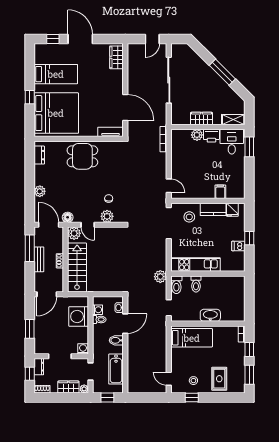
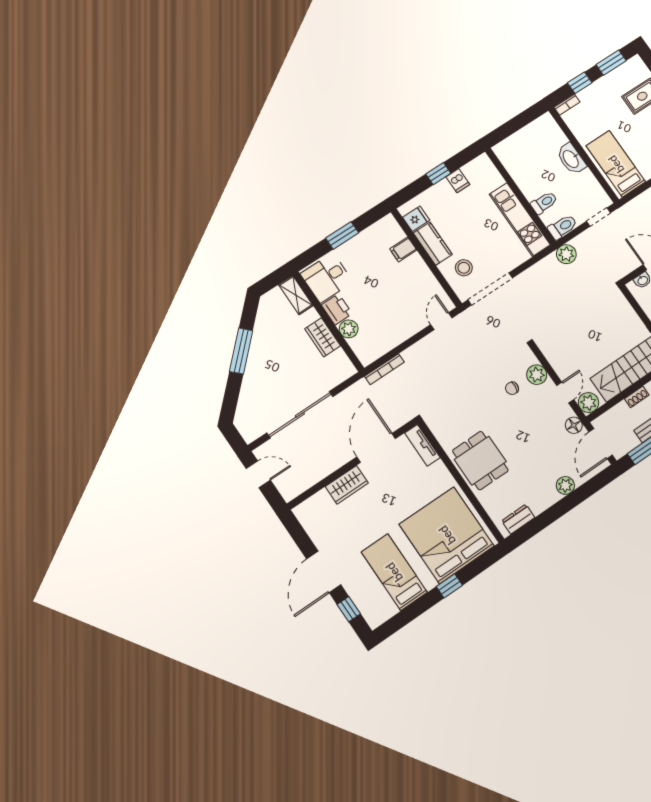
wardrobe: (116, 57) -> (347, 485), moved
window: (249, 147) -> (342, 235), moved

